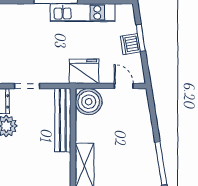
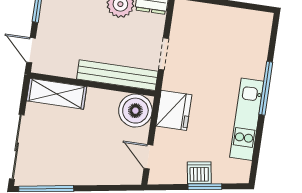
doorway: (27, 86) -> (164, 54), moved
door: (124, 86) -> (148, 157), swing flipped

